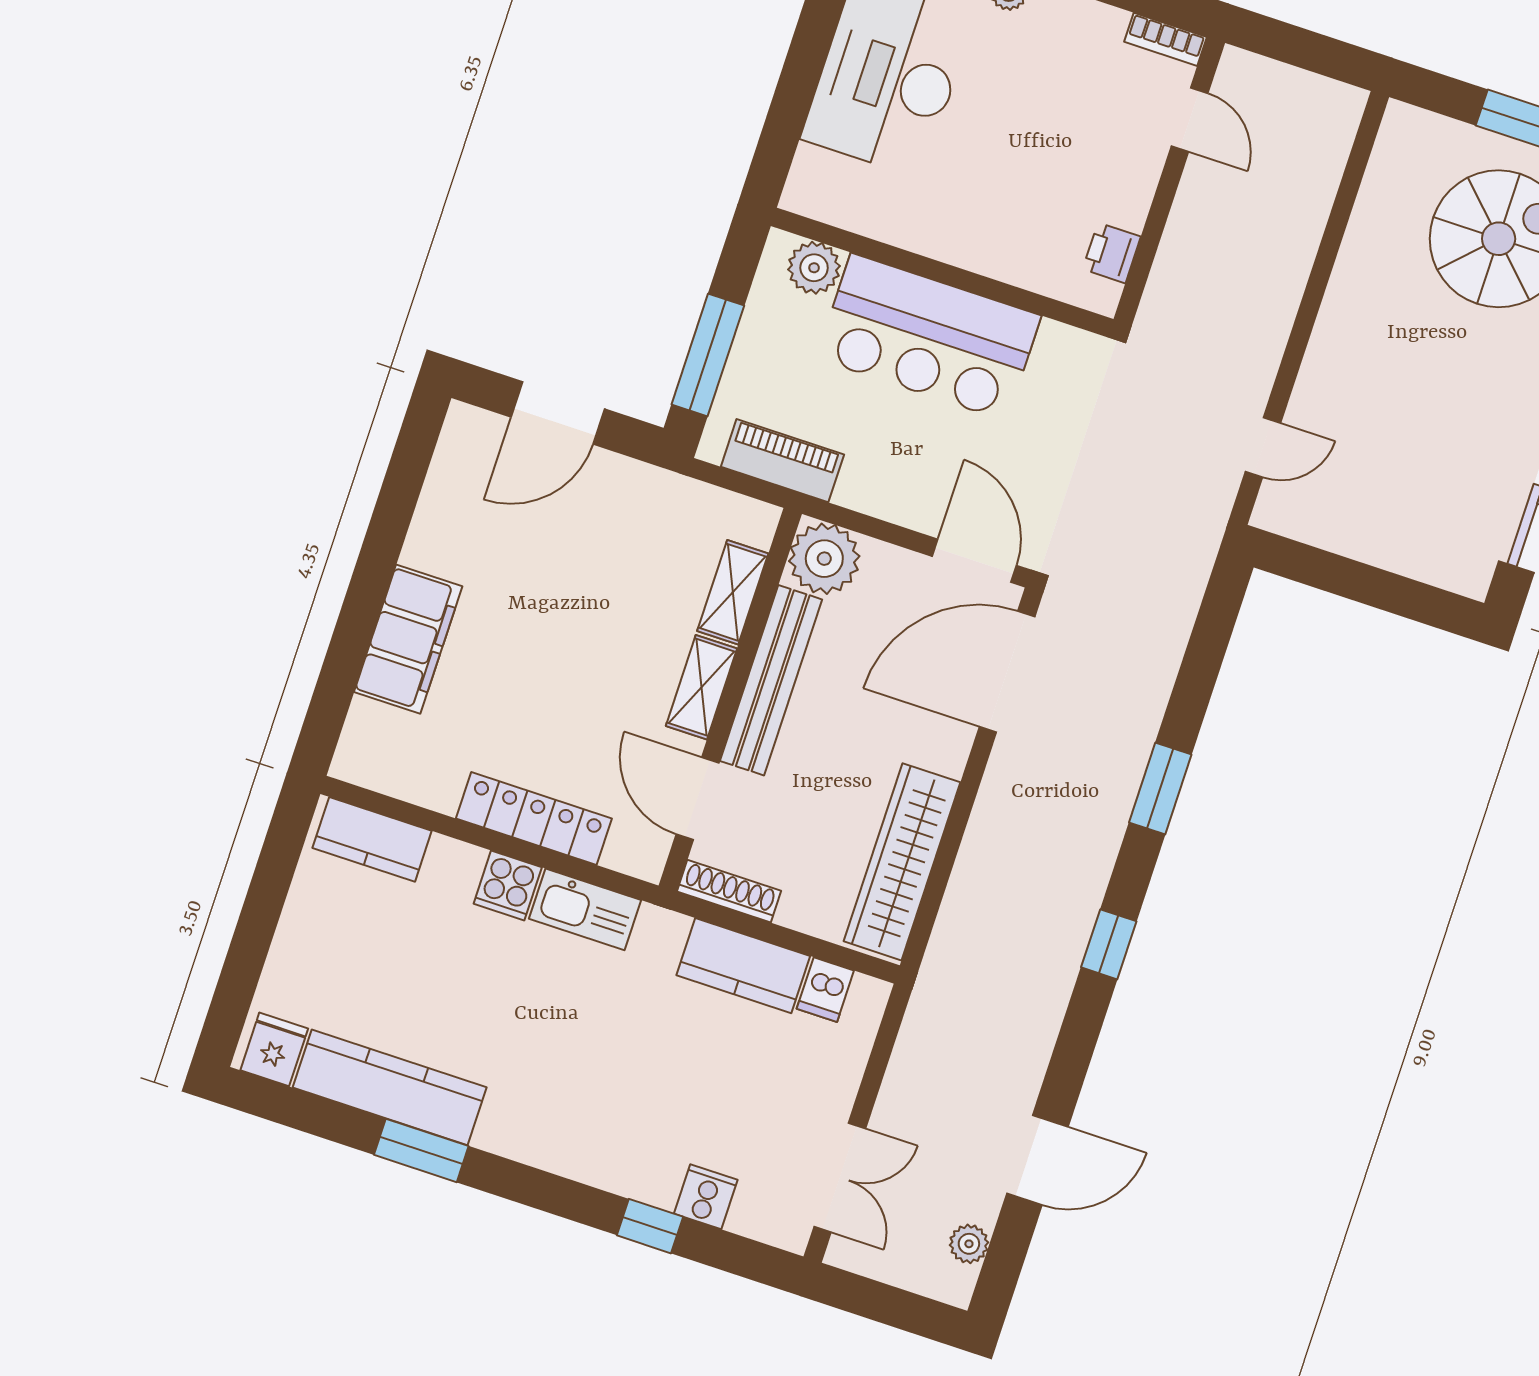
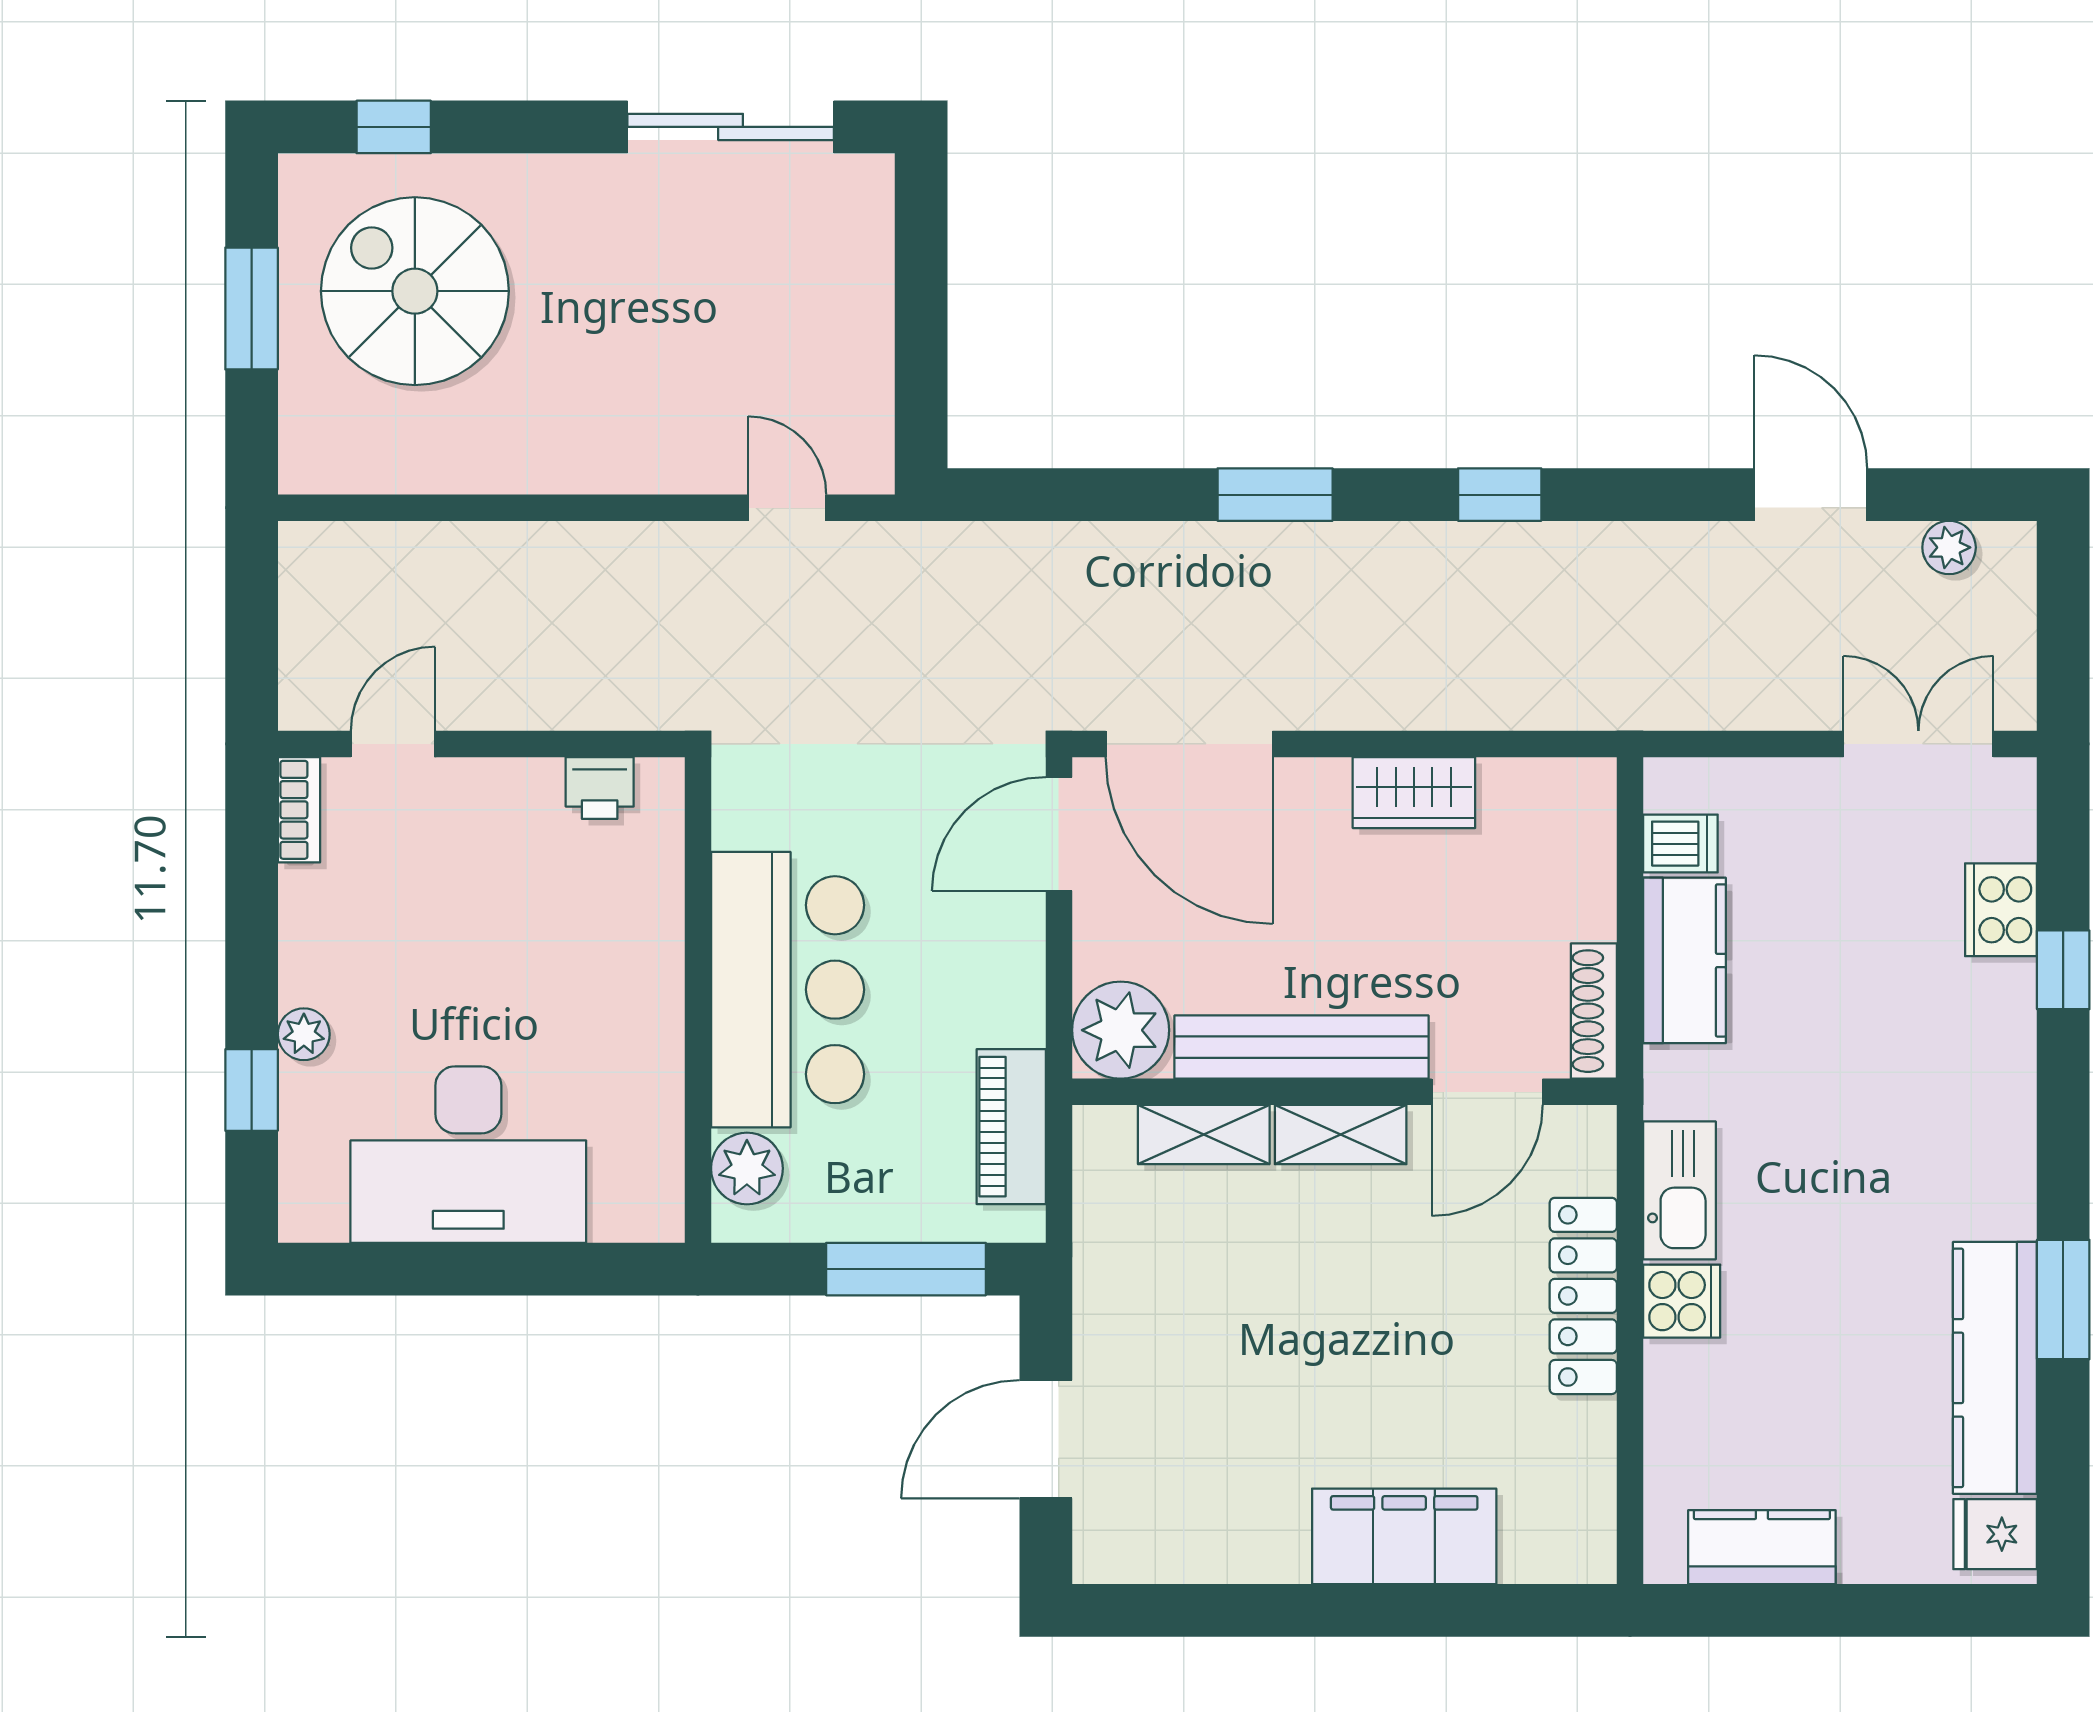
door: (558, 413) -> (1046, 1439), swing flipped
kitchen counter: (372, 839) -> (1762, 1547), moved, turned -90
wardrobe: (902, 862) -> (1414, 793), width x0.48, depth x0.85
cooker: (706, 1197) -> (2001, 910), width x1.36

